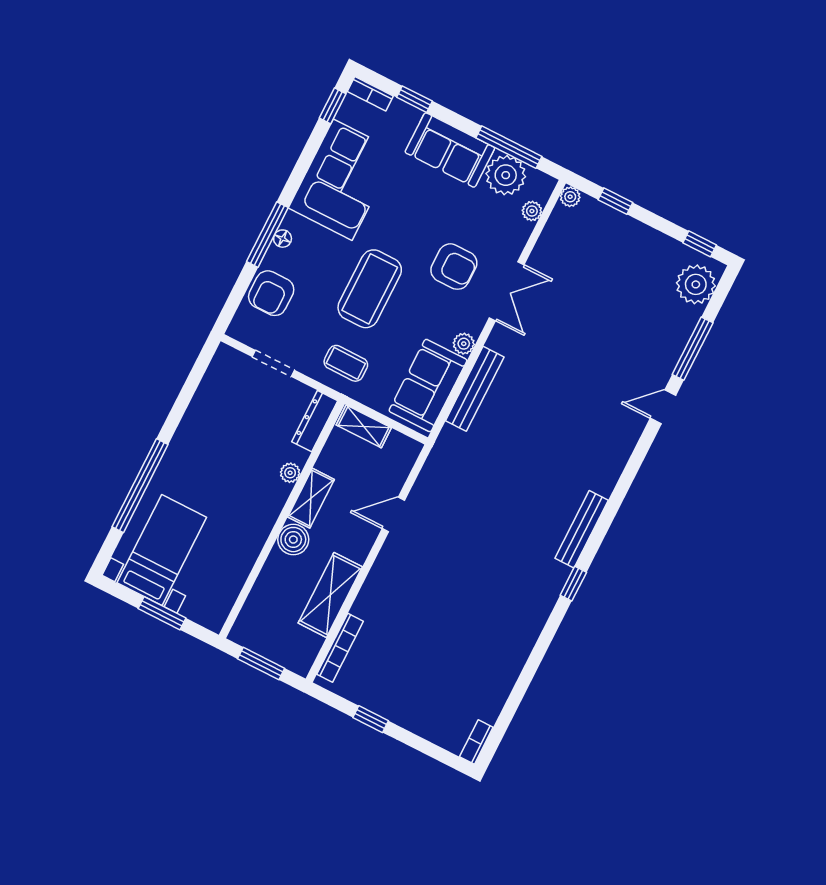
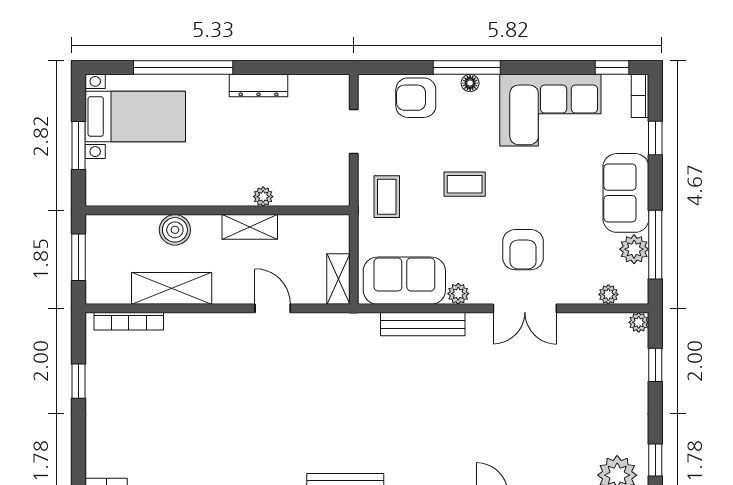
plant: (506, 175) -> (634, 249), width x0.73, depth x0.73
coffee table: (370, 289) -> (465, 184), width x0.54, depth x0.58
dresser: (315, 421) -> (259, 86), moved, turned 180
shelving: (364, 426) -> (338, 279), moved
boiler: (293, 540) -> (175, 230), moved

